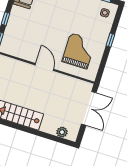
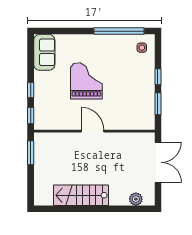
grand piano: (79, 51) -> (86, 81), moved
window: (104, 62) -> (158, 104), added

